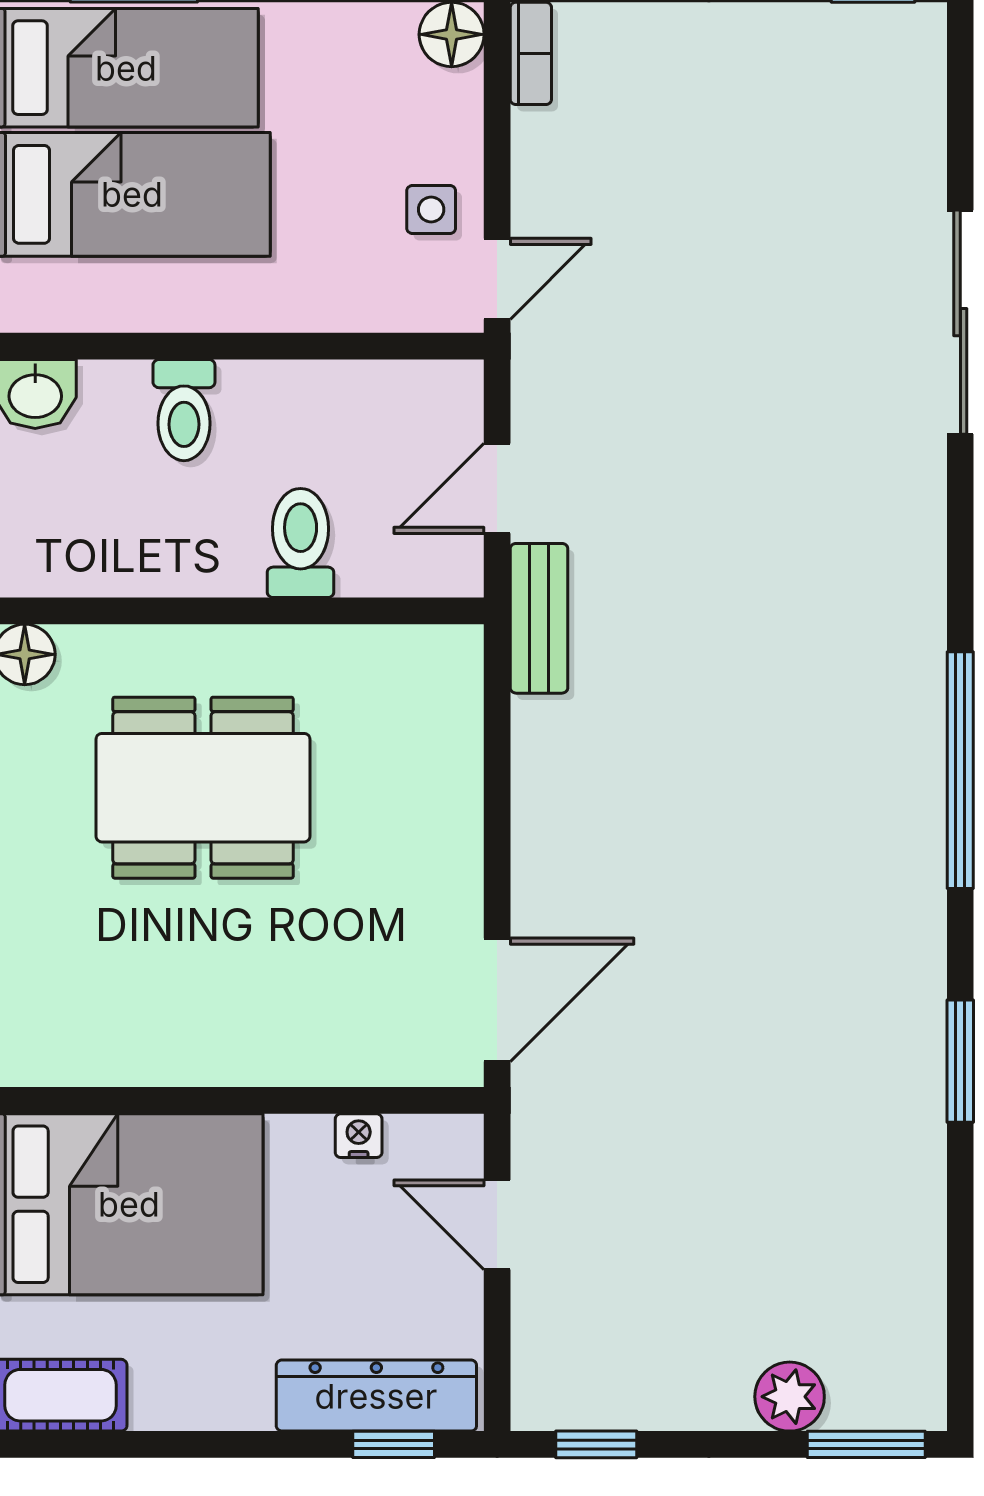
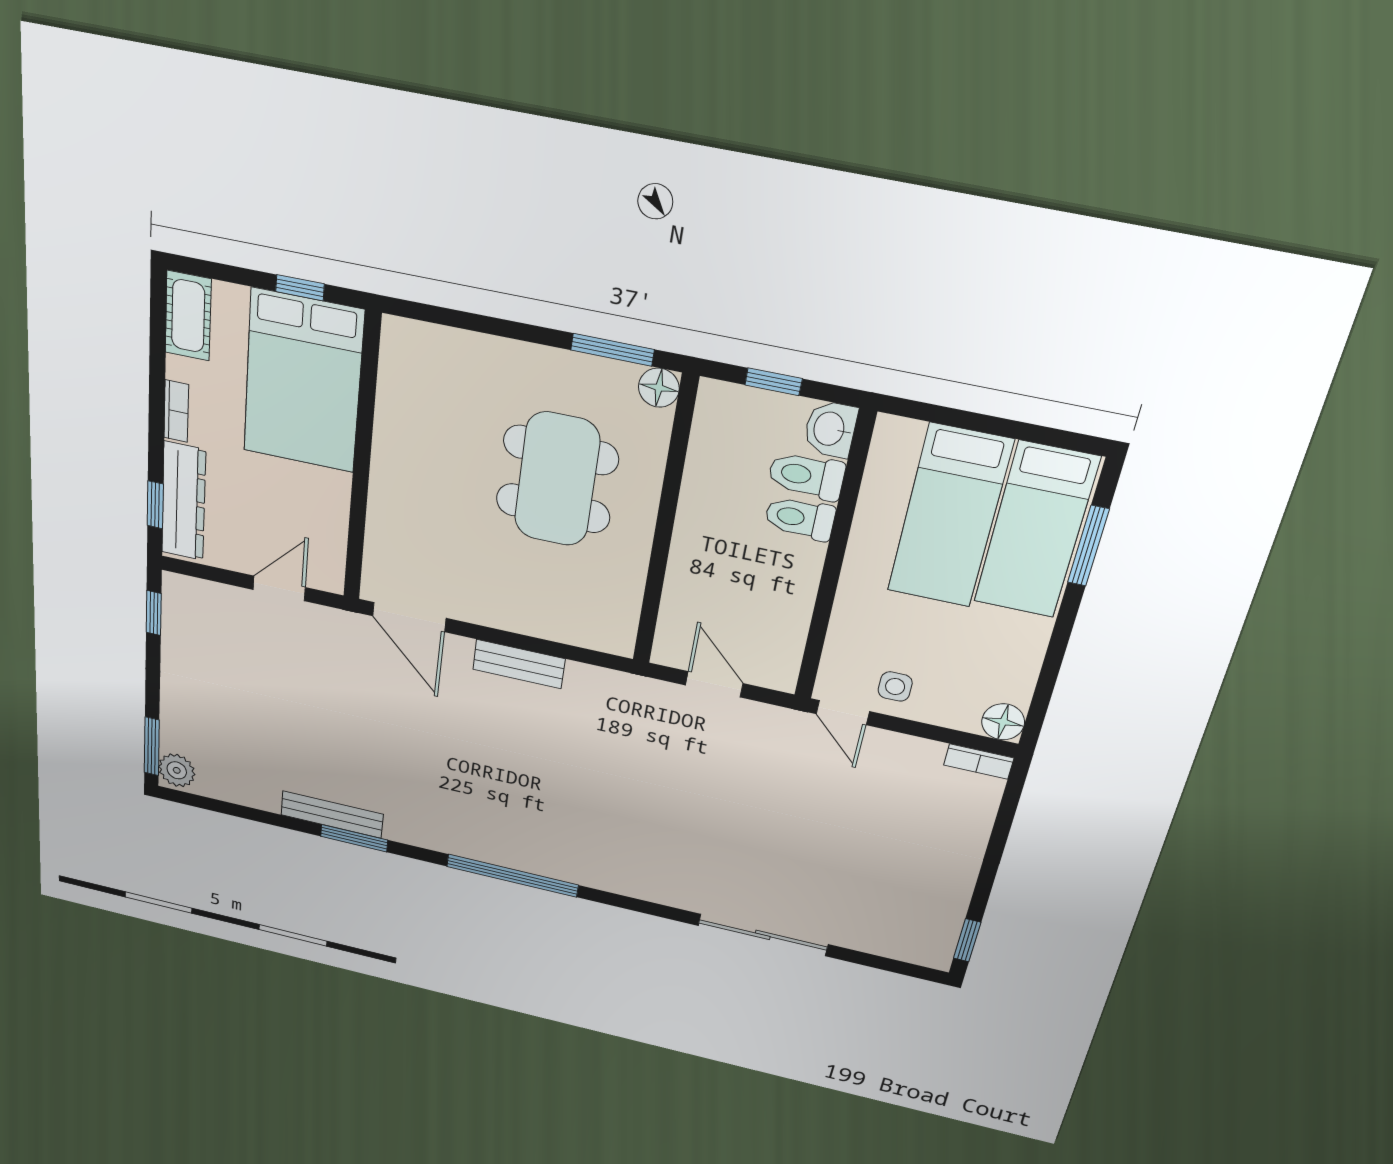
toilet: (301, 543) -> (806, 476), moved, turned 180
bench: (539, 618) -> (519, 664), moved
bench: (921, 1105) -> (332, 815), added
nightstand: (359, 1136) -> (336, 524), removed
plant: (790, 1397) -> (177, 770), moved
bookcase: (222, 1411) -> (176, 411), added

